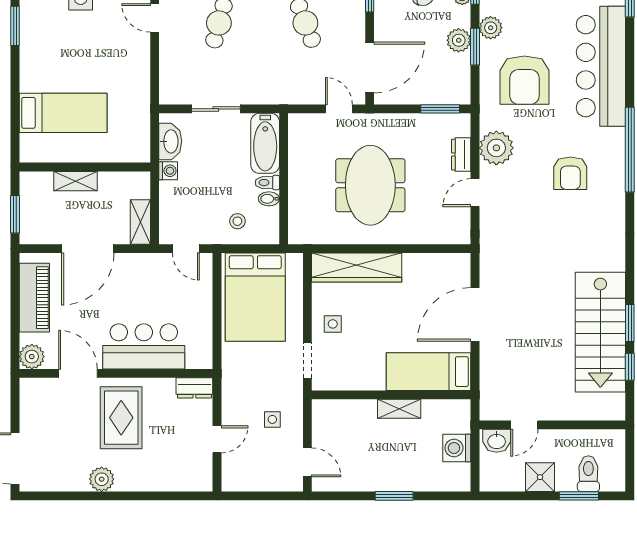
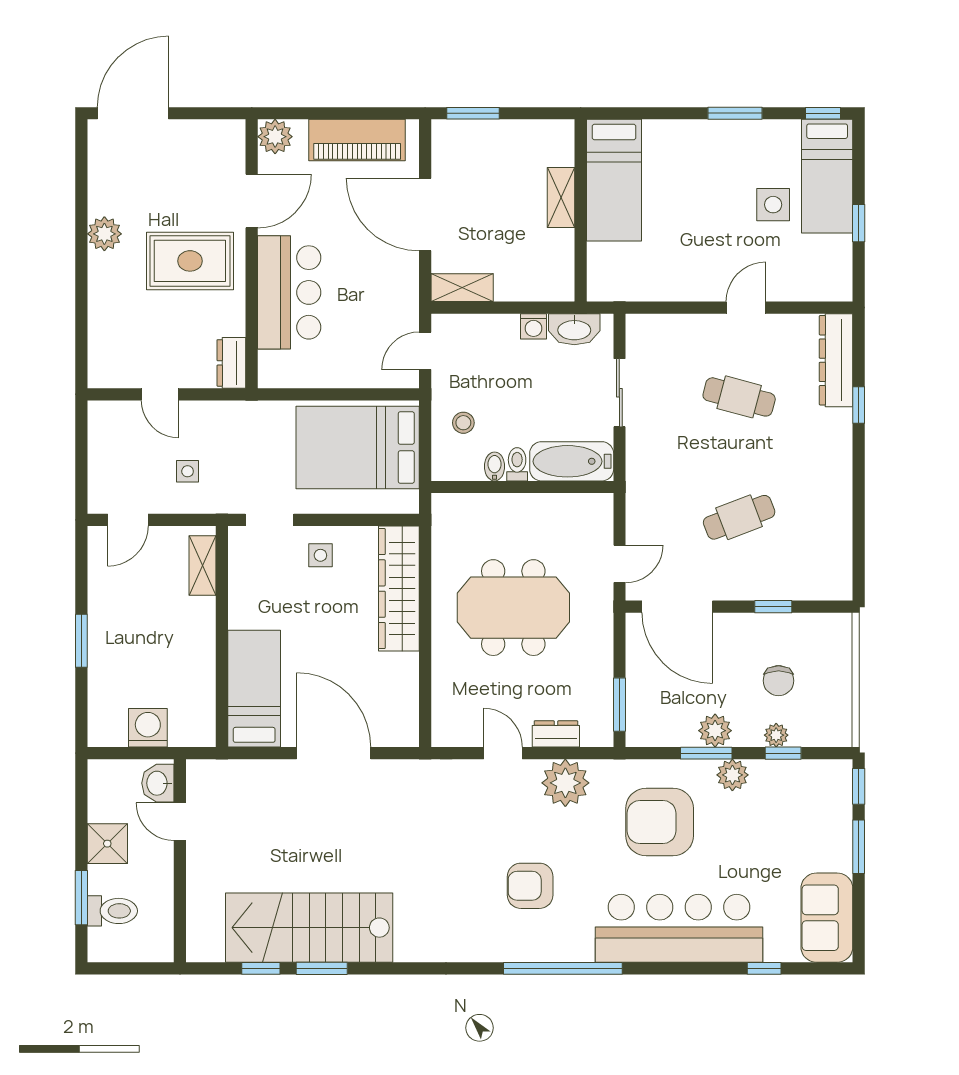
wall: (85, 167) -> (581, 210), moved
shelving: (76, 181) -> (561, 198), moved
shelving: (399, 409) -> (202, 565), moved

